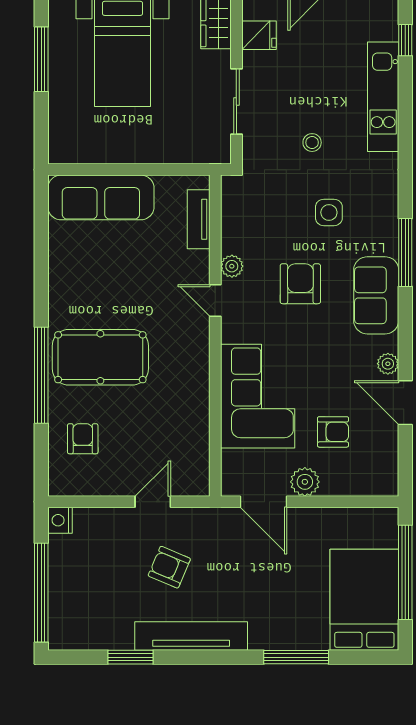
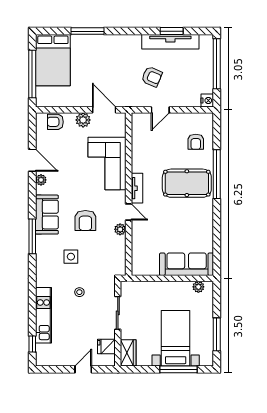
plant: (78, 153) -> (198, 287), added
tv unit: (199, 219) -> (137, 188), moved
armchair: (333, 432) -> (55, 122), moved
tv unit: (191, 636) -> (170, 42), moved

